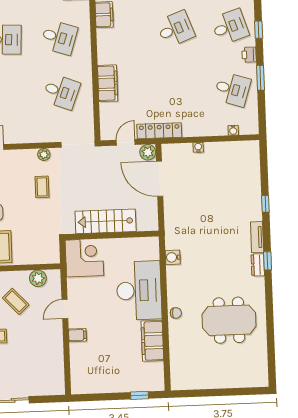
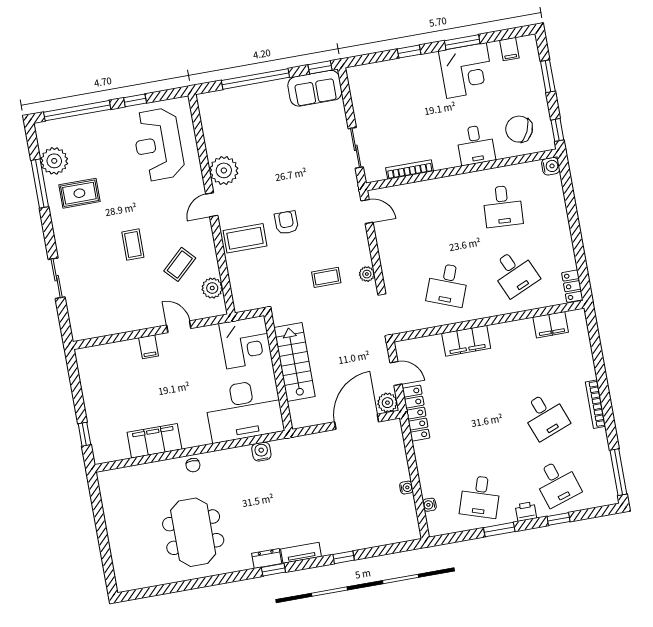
desk: (59, 37) -> (515, 273), turned -42
water cooler: (198, 147) -> (406, 488), moved
desk: (139, 290) -> (244, 410), moved

